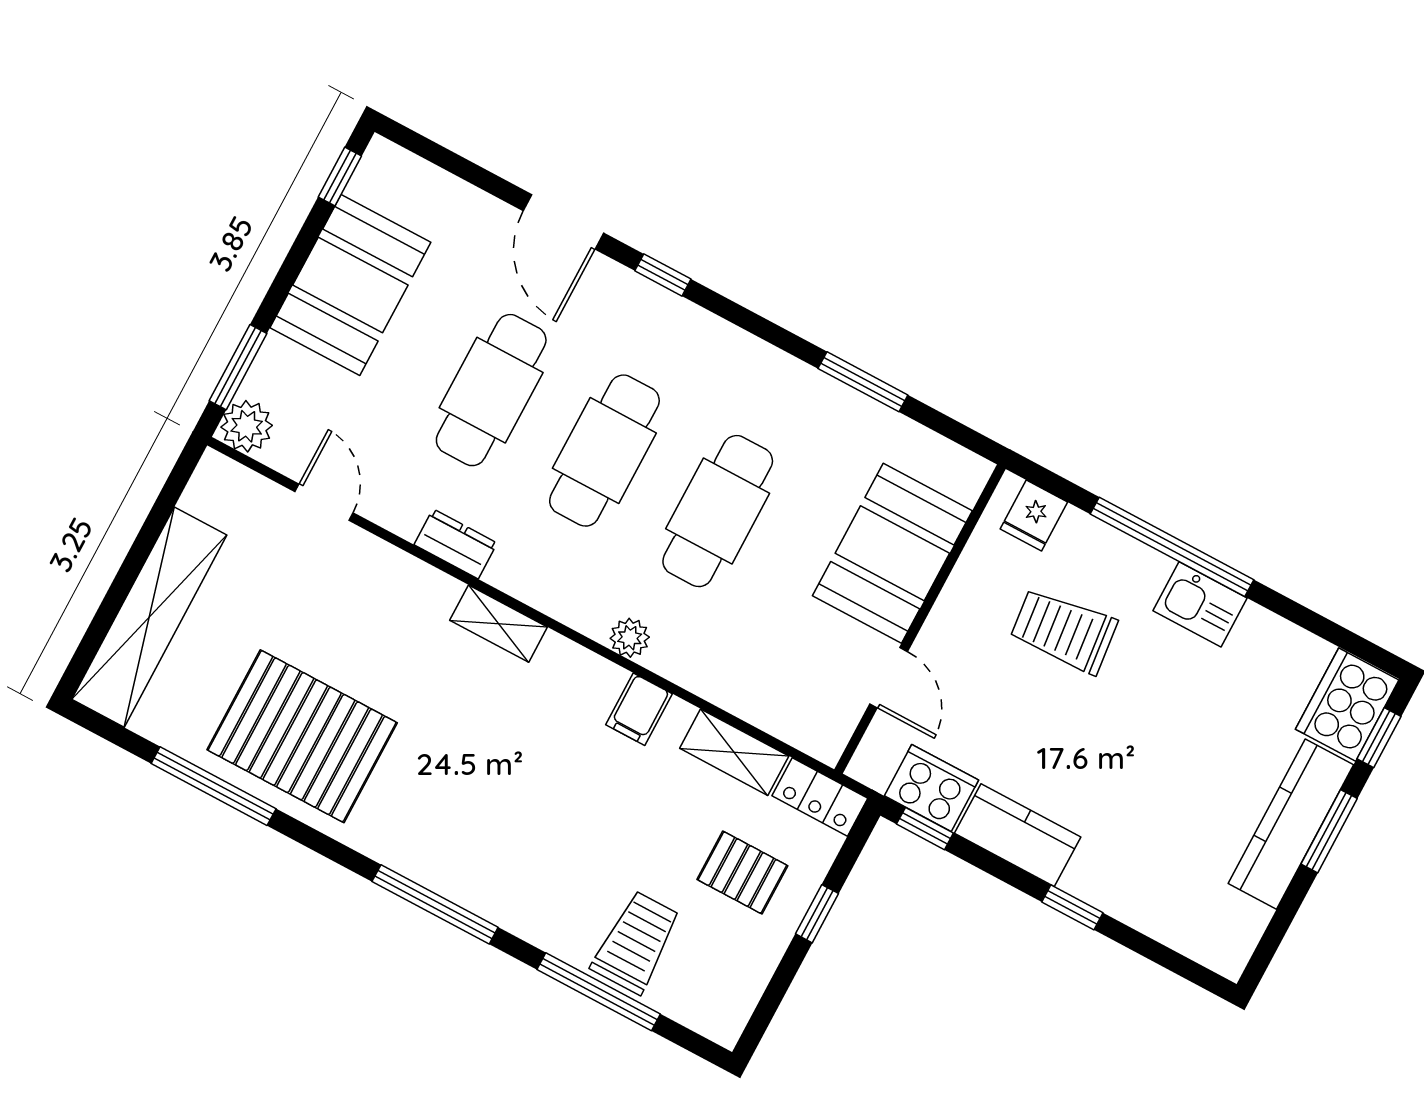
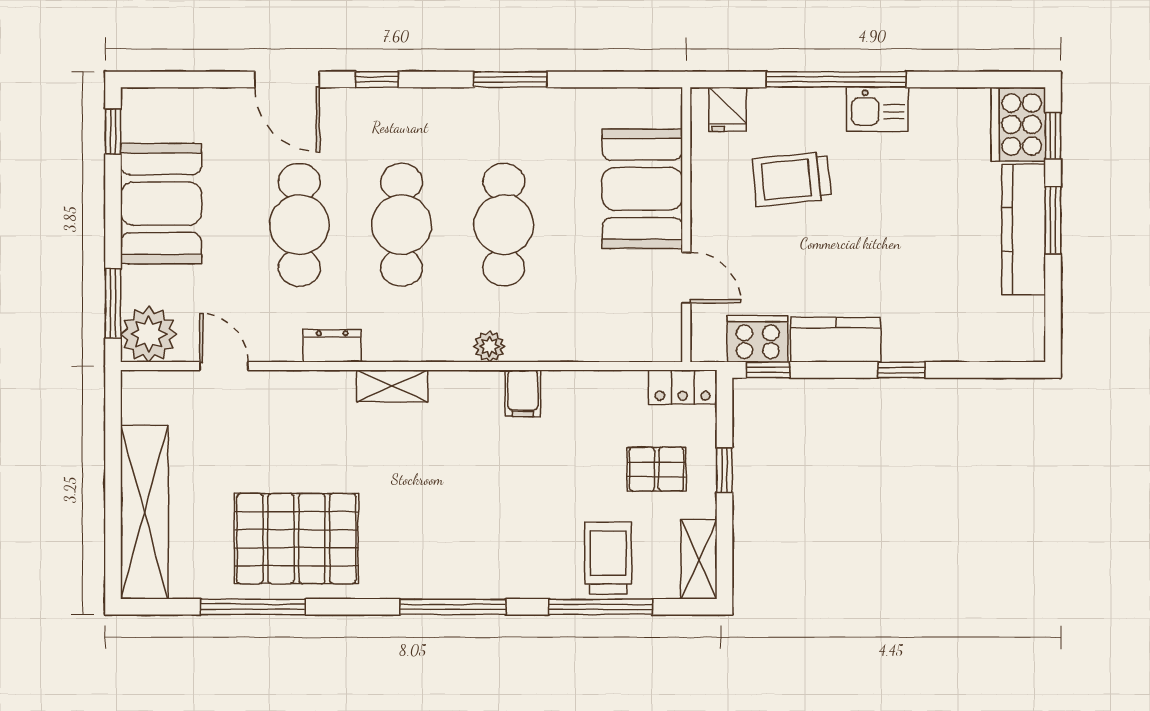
window: (863, 382) -> (510, 79), moved
plant: (247, 426) -> (149, 334), width x1.36, depth x1.36
shelving: (734, 752) -> (699, 559), moved, turned 90

